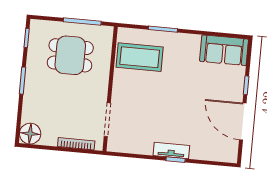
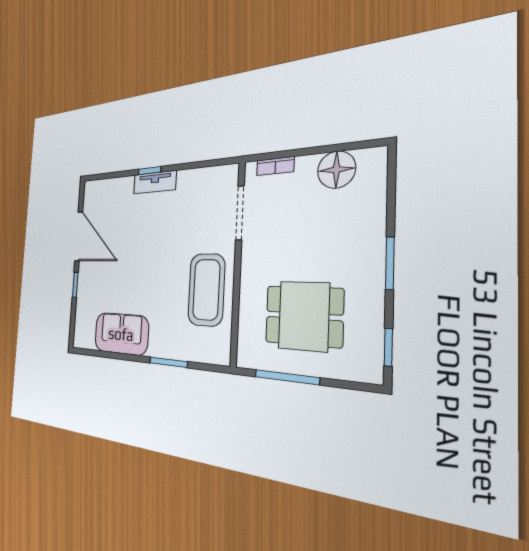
sofa: (224, 50) -> (121, 334), moved
coffee table: (140, 57) -> (206, 290), moved, turned 90
floor lamp: (30, 134) -> (336, 170), moved
bookcase: (76, 144) -> (275, 166), width x0.64

